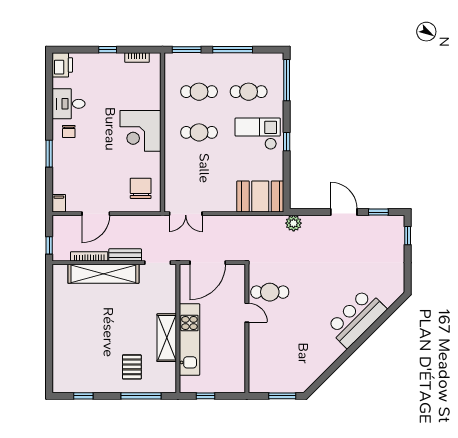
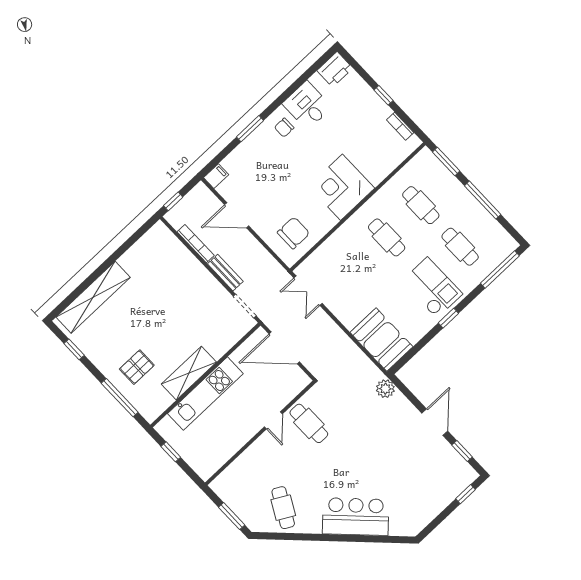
shelving: (103, 274) -> (93, 297), moved, turned 90
cafe table: (308, 358) -> (283, 508), added

